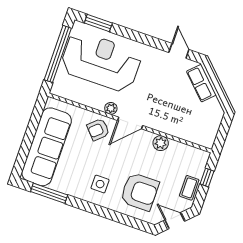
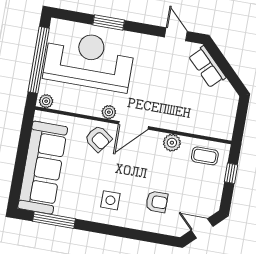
window: (98, 23) -> (109, 22), moved
plant: (59, 90) -> (46, 101), added
armchair: (98, 130) -> (98, 139), turned -102
coffee table: (189, 188) -> (205, 156), moved, turned 90
armchair: (140, 192) -> (157, 202), width x0.53, depth x0.53

